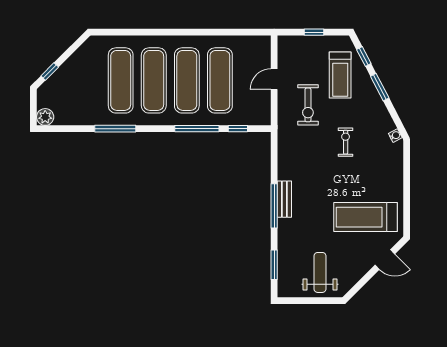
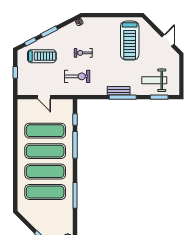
exercise bike: (308, 105) -> (77, 76), moved
door: (385, 260) -> (168, 40), moved
weight bench: (320, 272) -> (154, 80), moved

